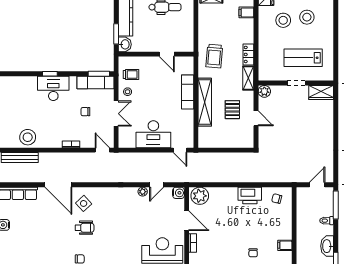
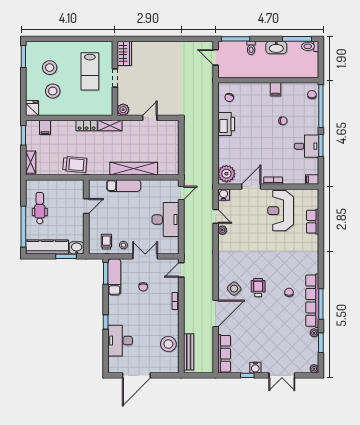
trolley: (214, 56) -> (75, 164), moved
desk: (53, 88) -> (120, 341), moved
pallet: (232, 110) -> (141, 141), removed

